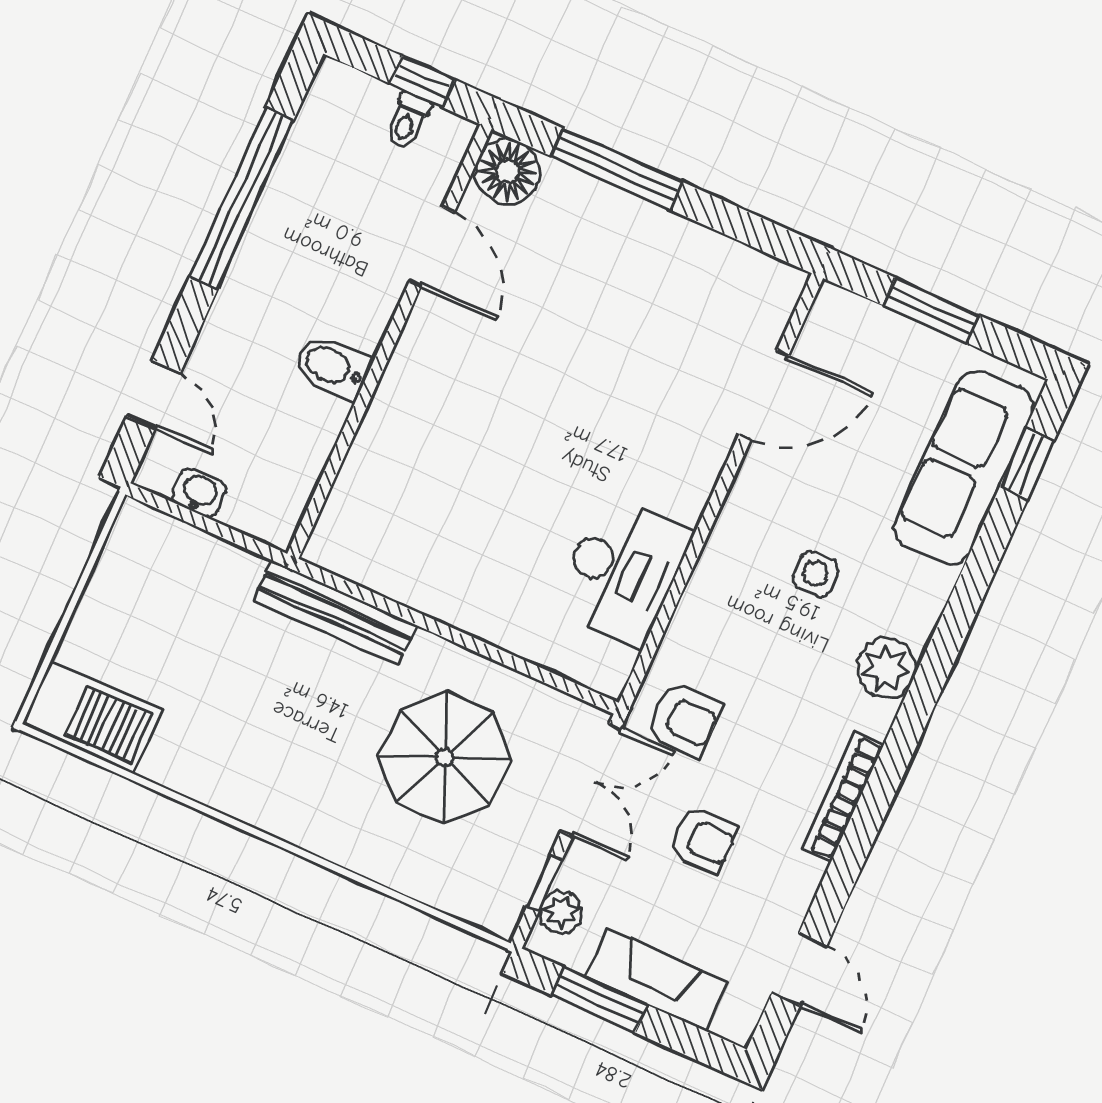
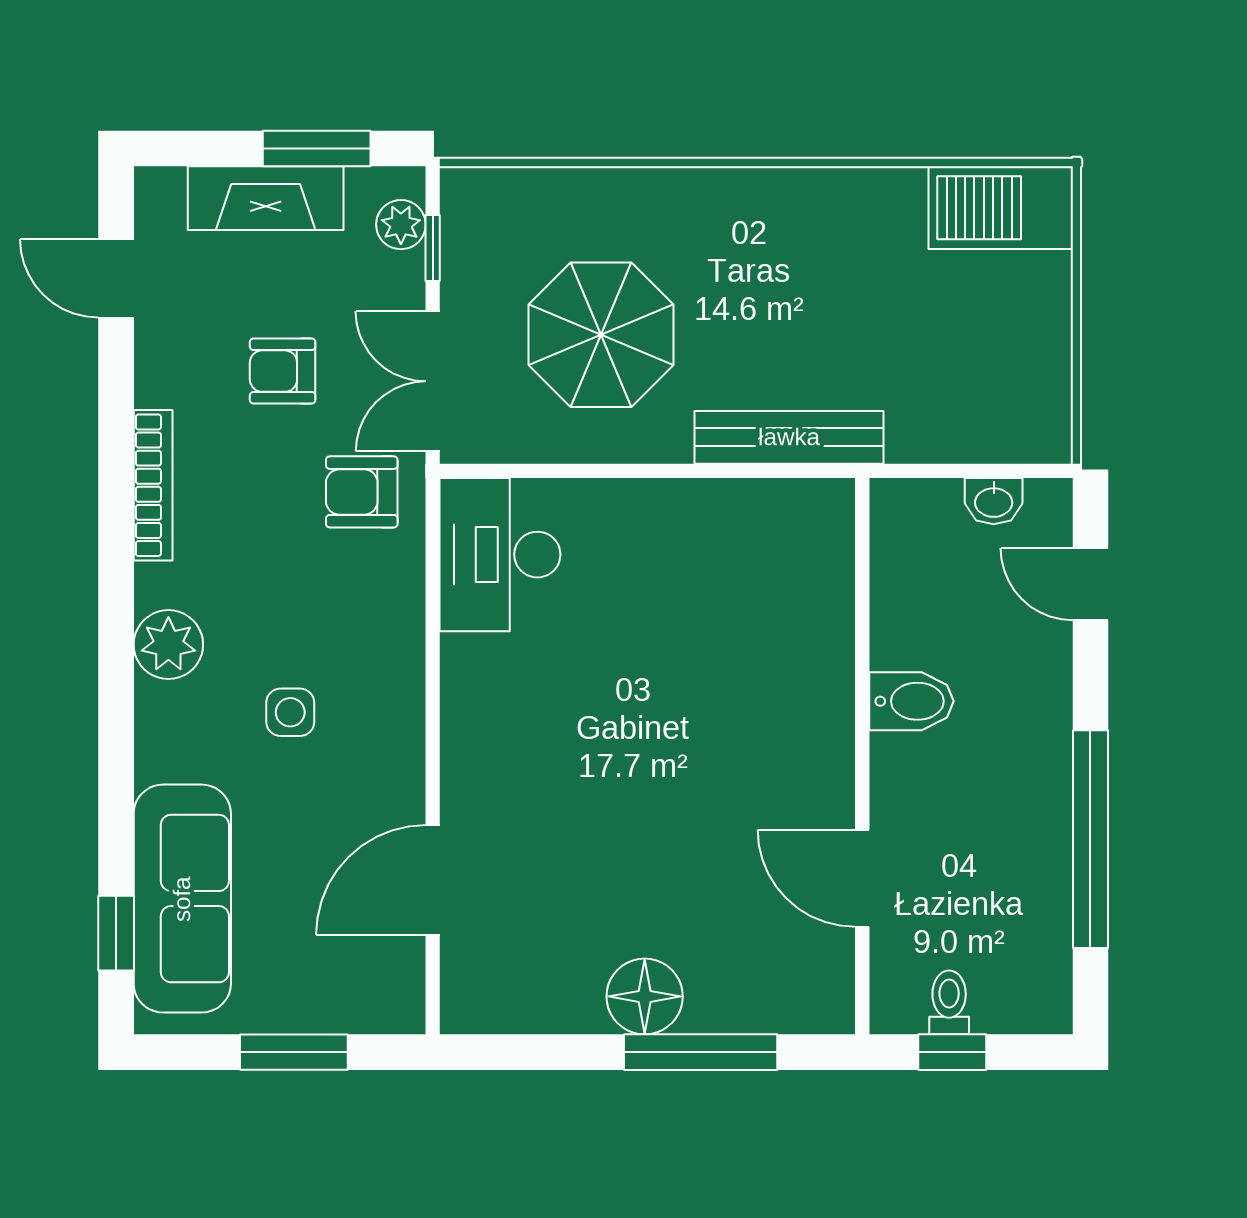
floor lamp: (507, 172) -> (645, 996), moved
desk: (622, 571) -> (500, 555), moved

